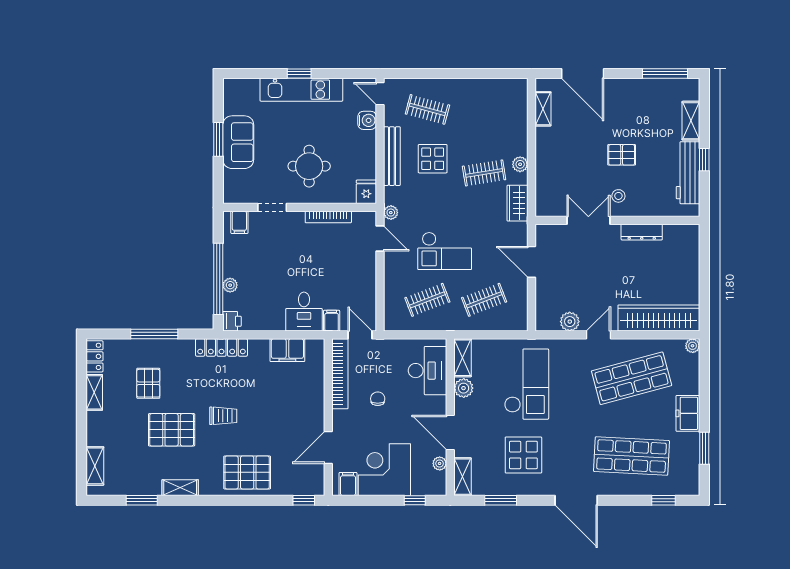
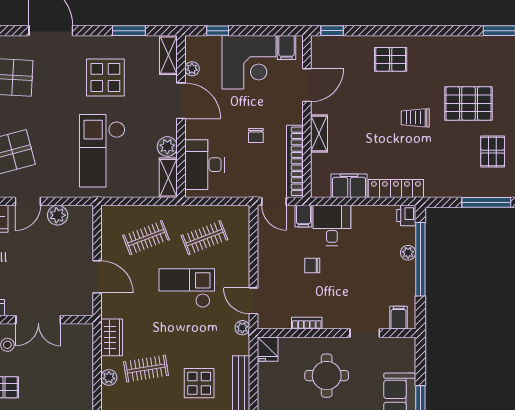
bookcase: (328, 217) -> (307, 323), width x0.64
chair: (323, 273) -> (312, 266), added
locker: (221, 347) -> (396, 188), moved
pallet: (247, 472) -> (391, 59), width x0.67, depth x0.71
shelving: (180, 488) -> (319, 133), moved, turned 90

